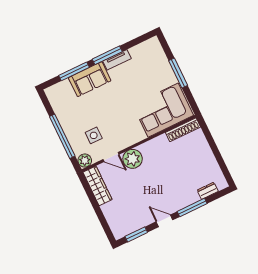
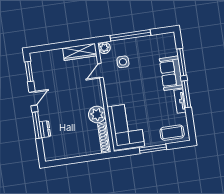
coffee table: (154, 58) -> (172, 133), added
plant: (133, 159) -> (97, 114), moved
dresser: (208, 191) -> (45, 129), moved

